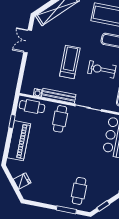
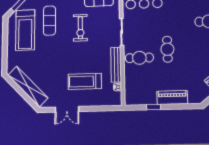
treadmill: (70, 62) -> (85, 81), moved
cafe table: (32, 107) -> (167, 49), moved
piano: (19, 141) -> (172, 98), width x0.73, depth x0.75

